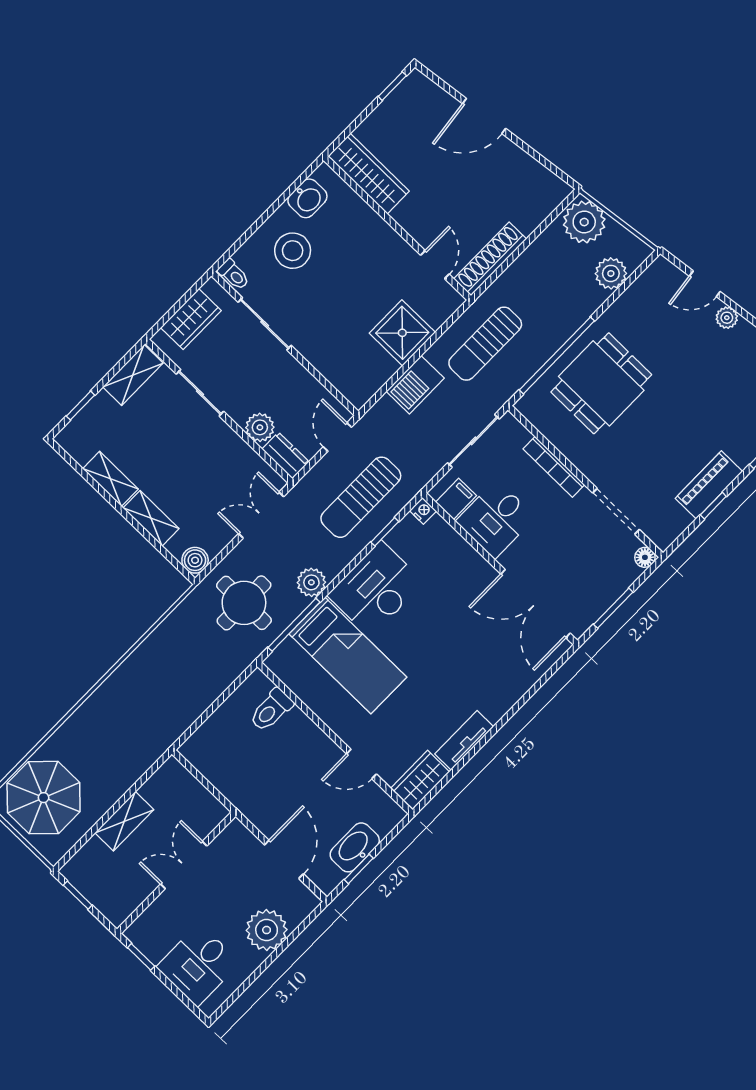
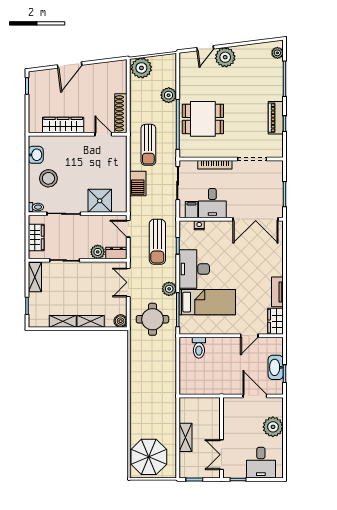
wardrobe: (369, 174) -> (63, 125), moved
plant: (611, 273) -> (169, 95), moved
plant: (727, 318) -> (225, 57), width x1.88, depth x1.88
shower: (402, 333) -> (100, 201), moved
dining table: (601, 383) -> (203, 119), turned 90
nightstand: (423, 511) -> (199, 225), moved
floor lamp: (645, 557) -> (278, 165), removed
double door: (184, 865) -> (221, 455), moved

